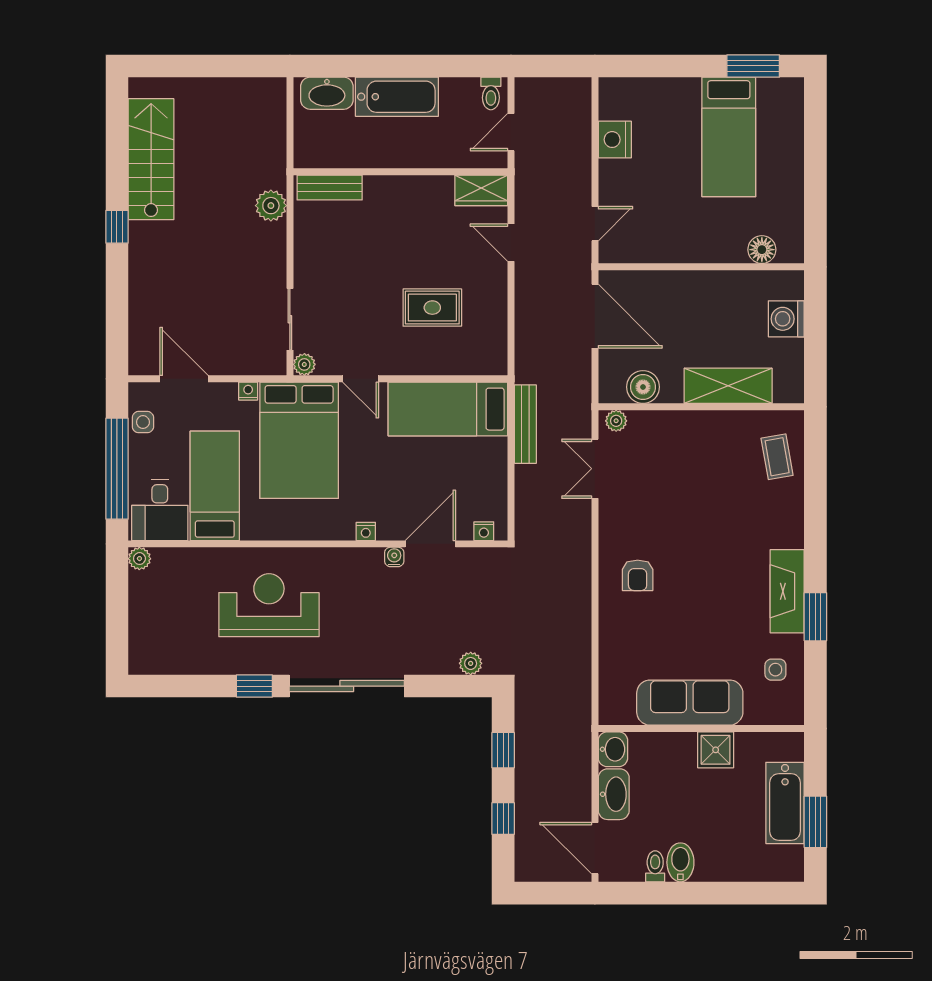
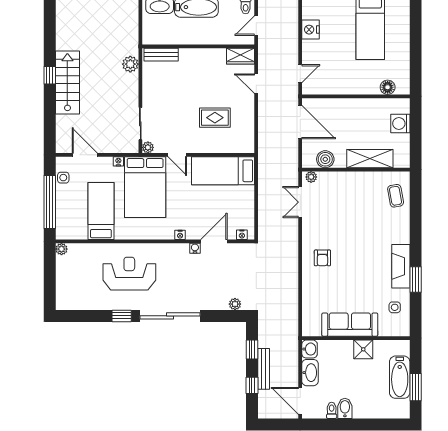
stairs: (151, 159) -> (67, 83), moved
bench: (525, 424) -> (264, 369), moved
desk: (160, 510) -> (72, 224), removed

